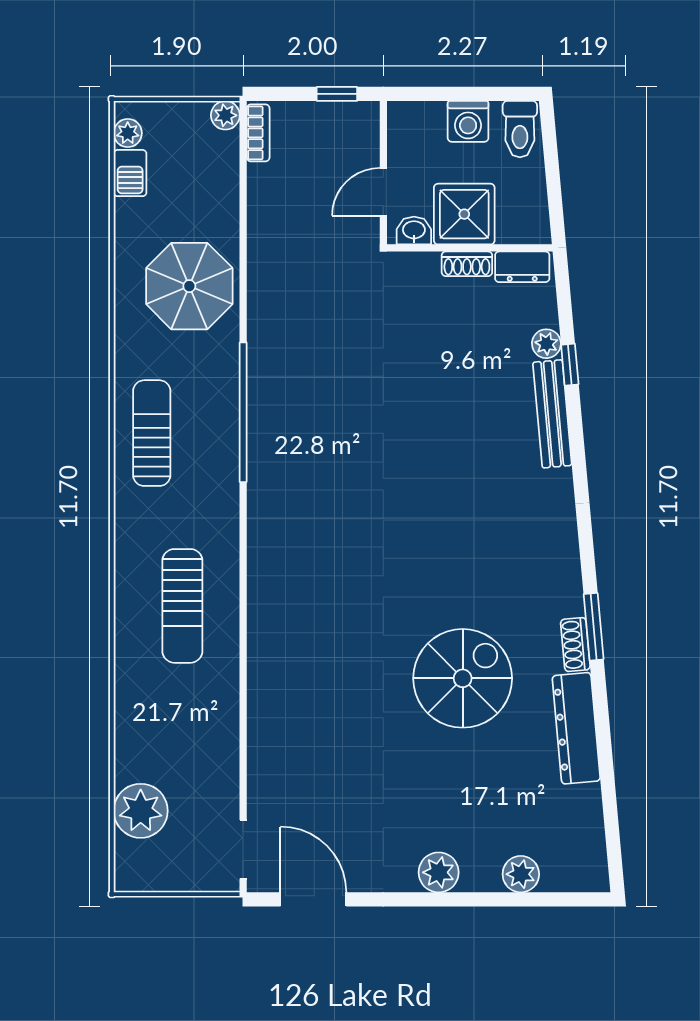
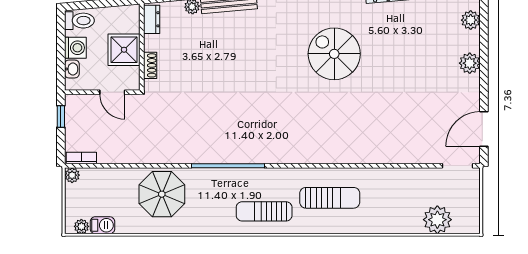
washbasin: (414, 231) -> (72, 69), moved, turned 180
shoe rack: (467, 264) -> (150, 65), moved
sun lounger: (152, 433) -> (264, 211), moved
spiral stairs: (463, 678) -> (334, 54), moved

